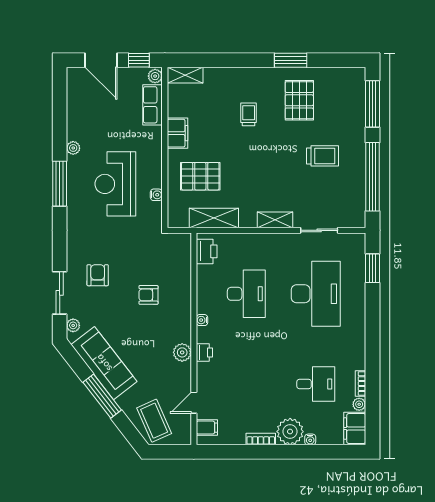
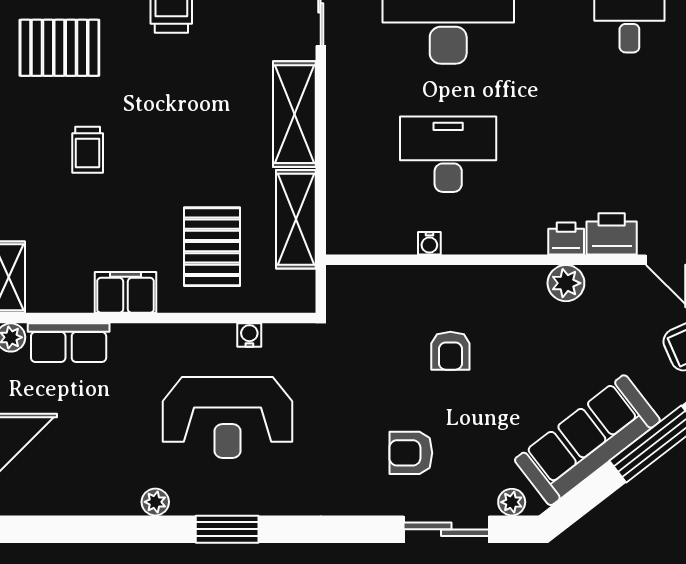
trolley: (249, 114) -> (88, 150), turned -90
window: (60, 184) -> (227, 529), width x0.69
shelving: (275, 220) -> (294, 114), width x1.50, depth x1.33
printer: (207, 251) -> (612, 234), moved
water cooler: (202, 320) -> (429, 243), moved

